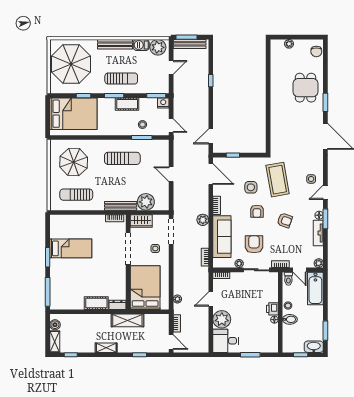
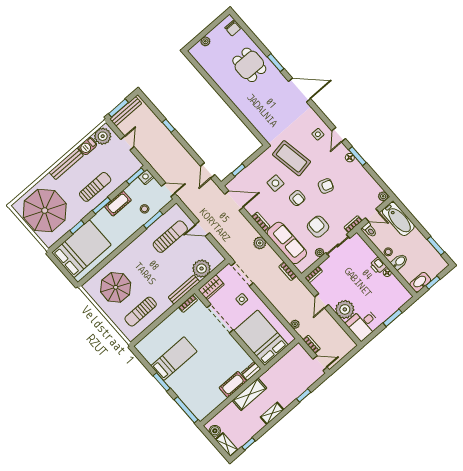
sun lounger: (122, 158) -> (170, 237), moved
tv unit: (318, 233) -> (362, 172), removed
shelving: (127, 320) -> (249, 394), moved
washbasin: (314, 347) -> (420, 282), moved

